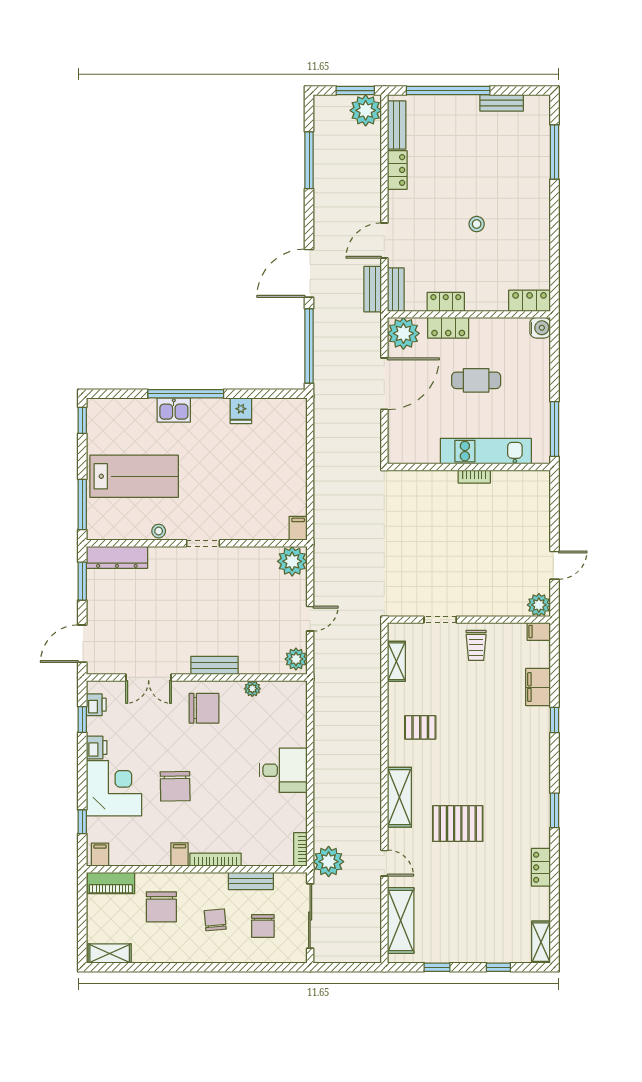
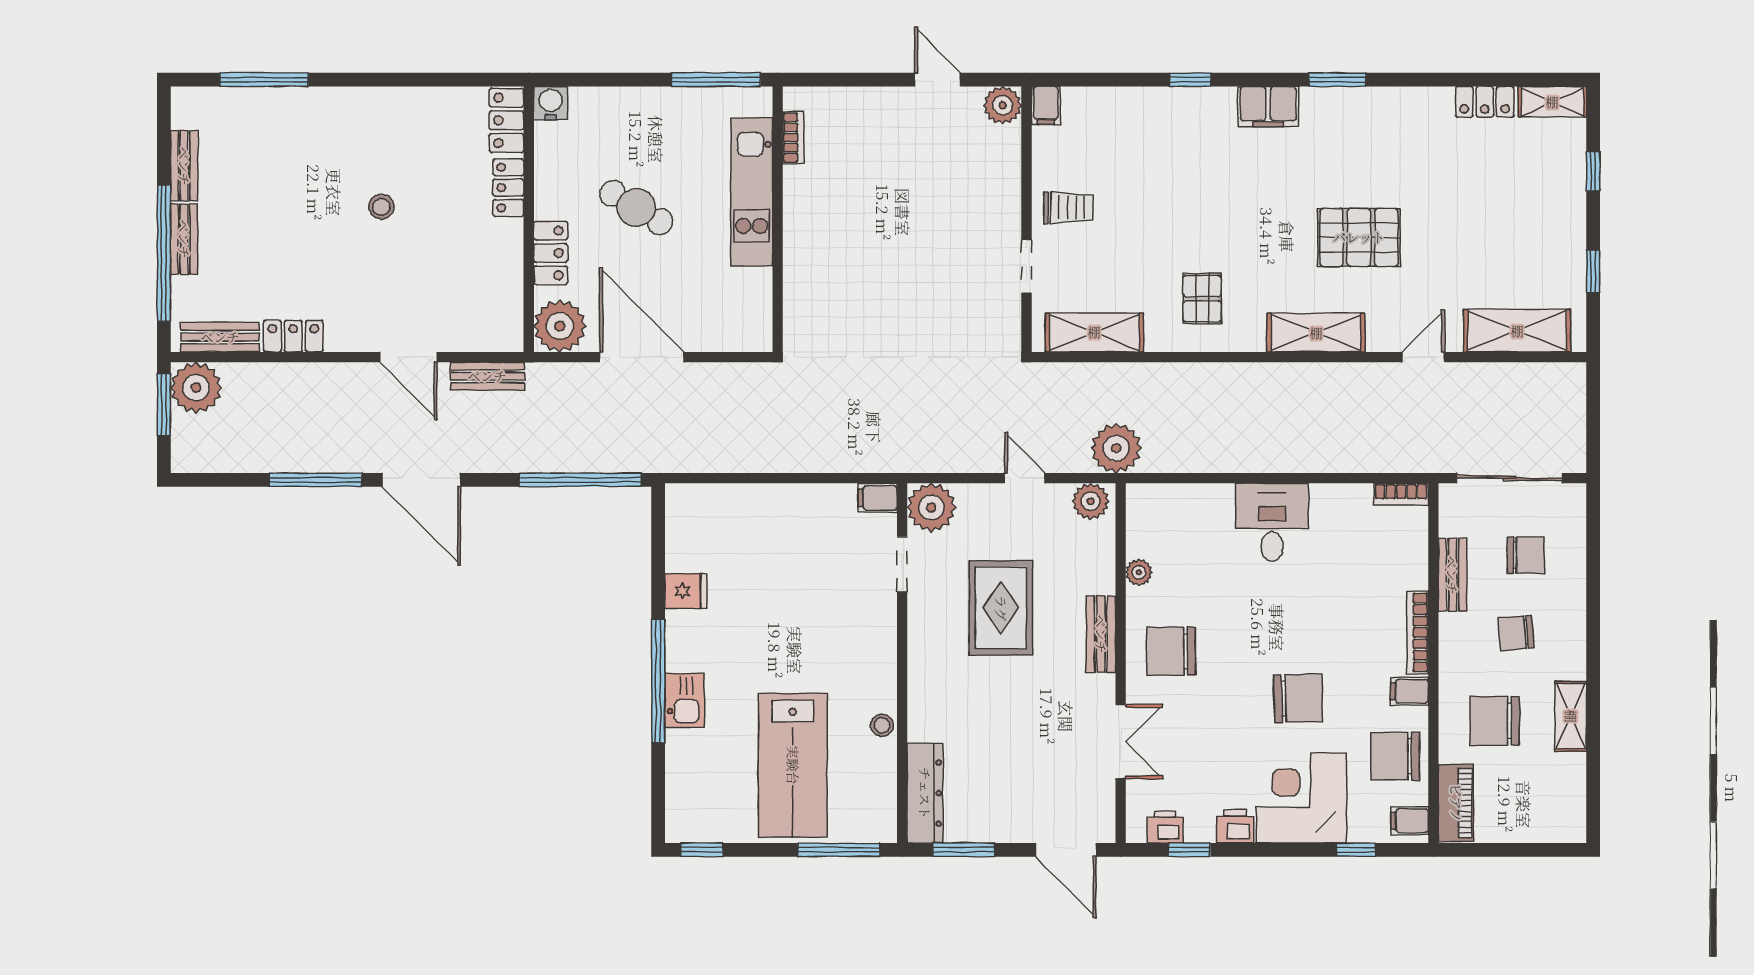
window: (309, 160) -> (316, 480), moved
door: (309, 273) -> (421, 480), moved
bench: (396, 290) -> (184, 239), moved, turned 90
locker: (446, 302) -> (508, 188), moved
cafe table: (476, 380) -> (636, 207), turned -59
lab bench: (134, 476) -> (793, 765), turned 180
bookcase: (474, 477) -> (793, 138), moved
doorway: (203, 543) -> (902, 564), moved
rug: (231, 604) -> (1001, 608), added
shelving: (396, 661) -> (1094, 332), width x1.50, depth x1.33
filing cabinet: (538, 687) -> (1268, 106), moved
chair: (204, 708) -> (1171, 651), turned -90
pallet: (458, 824) -> (1359, 237), turned 90
chair: (140, 846) -> (1395, 756), added
plant: (329, 862) -> (1116, 448), moved
locker: (541, 867) -> (1485, 102), moved
chair: (161, 907) -> (1495, 721), turned 180
shelving: (110, 953) -> (1571, 716), moved

